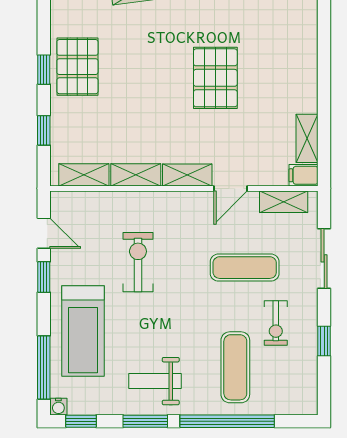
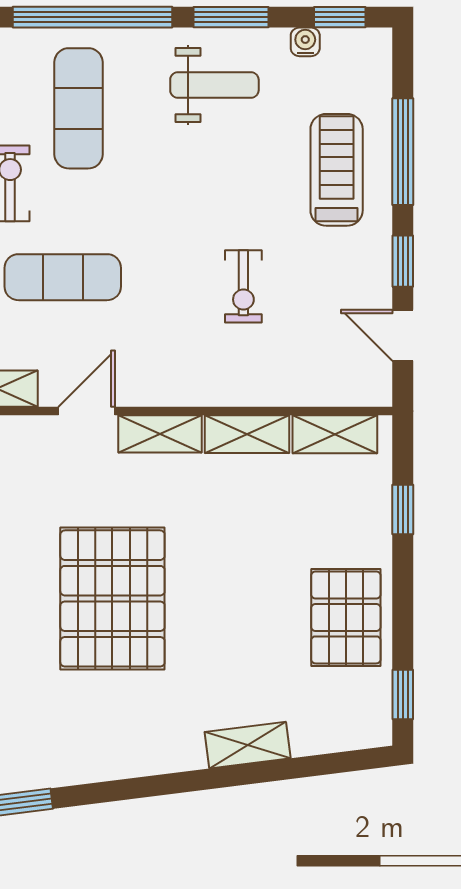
window: (44, 70) -> (403, 694), moved
pallet: (215, 78) -> (112, 598), width x1.37, depth x1.41
exercise bike: (138, 262) -> (243, 286), width x0.73, depth x0.72
treadmill: (83, 331) -> (337, 170), width x0.73, depth x0.73
window: (44, 368) -> (403, 152), moved
water cooler: (58, 407) -> (305, 42), moved

